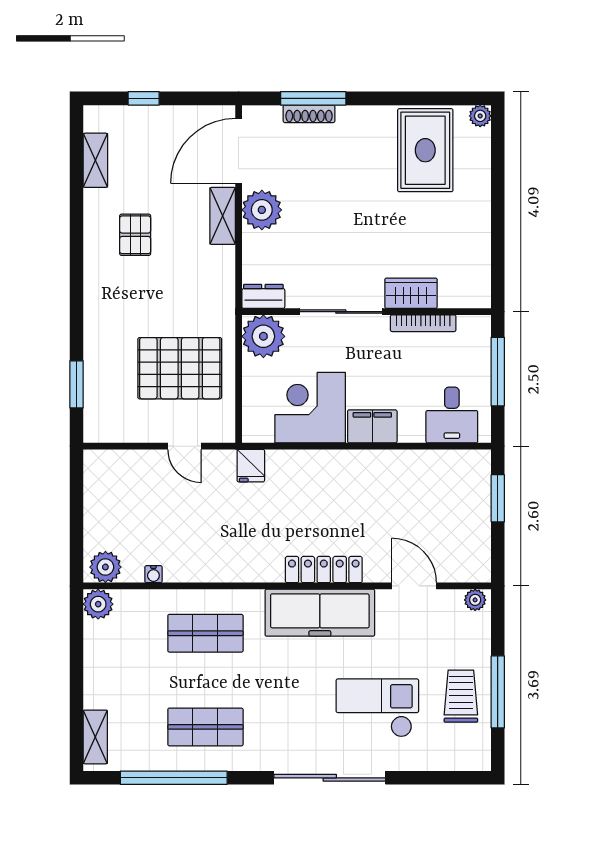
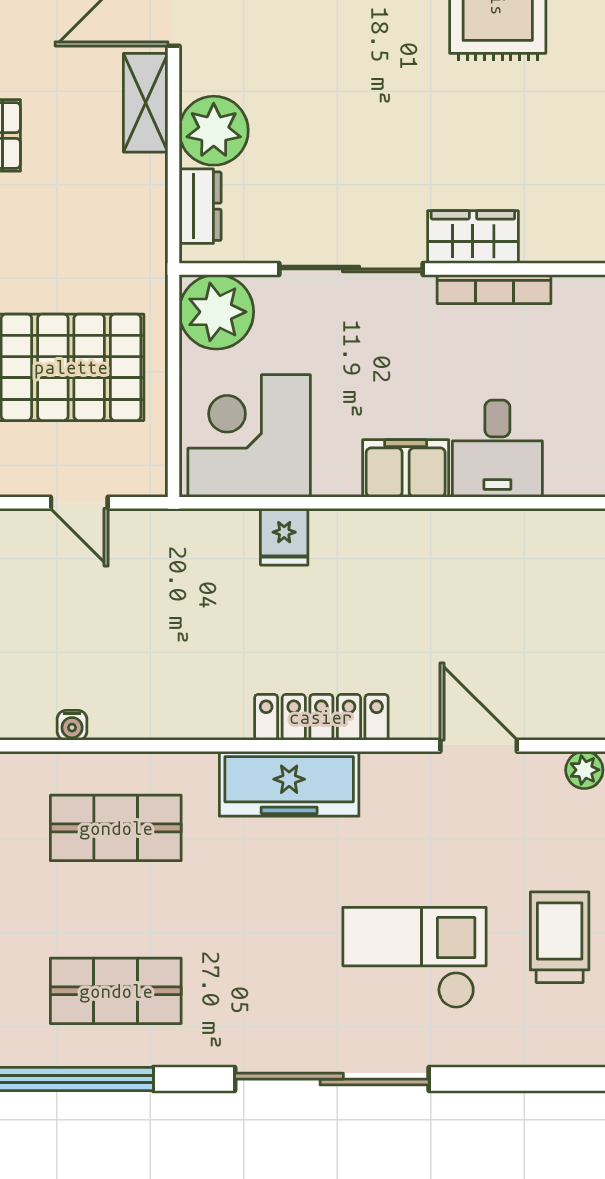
plant: (262, 210) -> (214, 131), moved
dresser: (263, 296) -> (200, 206), moved, turned 90
corner desk: (310, 408) -> (249, 436), moved
desk: (452, 415) -> (497, 449), moved
fridge: (251, 466) -> (284, 537), moved
water cooler: (153, 574) -> (72, 725), moved
freezer: (320, 613) -> (289, 784), width x0.73, depth x0.79

